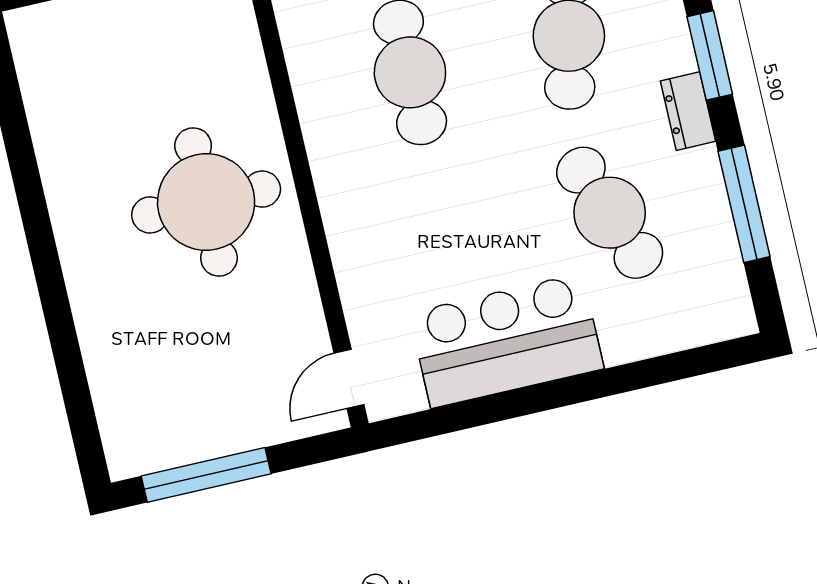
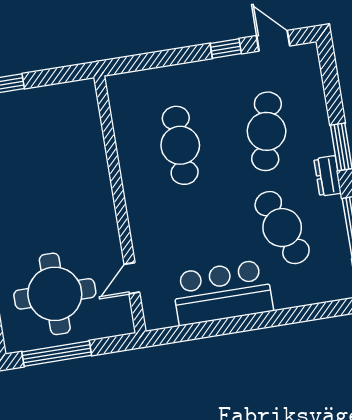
round table: (206, 202) -> (55, 294), moved
door: (349, 379) -> (132, 278), moved

